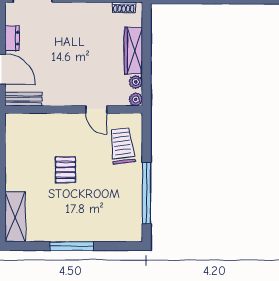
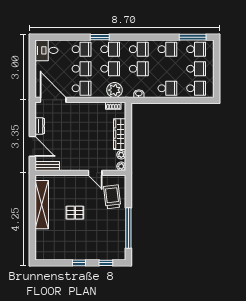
pallet: (65, 170) -> (75, 213), turned 90
shelving: (15, 217) -> (42, 205), moved, width x1.47
window: (72, 246) -> (79, 263), width x0.46
window: (113, 246) -> (106, 263), added

